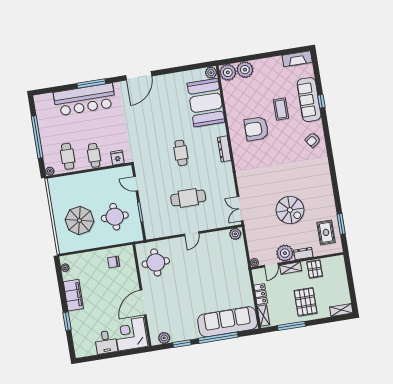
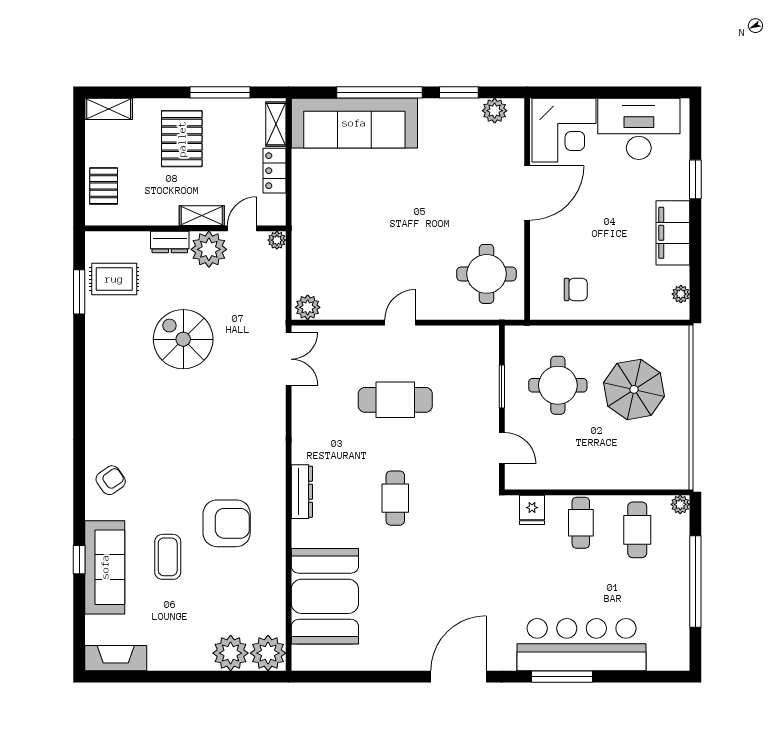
plant: (211, 73) -> (304, 658), removed
rug: (326, 232) -> (114, 279), turned 90
pallet: (315, 269) -> (104, 186), moved
desk: (106, 342) -> (639, 129), width x1.87, depth x1.30

